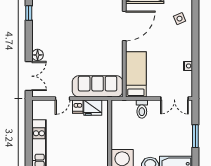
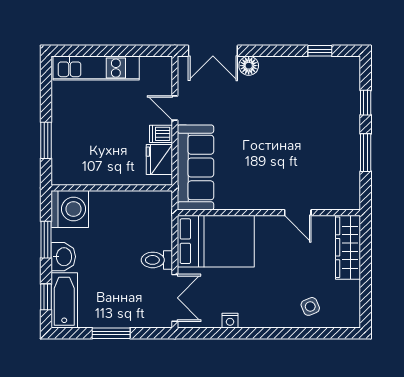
door: (124, 26) -> (298, 213), width x0.53
bed: (136, 74) -> (216, 241), width x1.50
double door: (174, 99) -> (175, 298), swing flipped
toilet: (142, 109) -> (157, 260), moved

